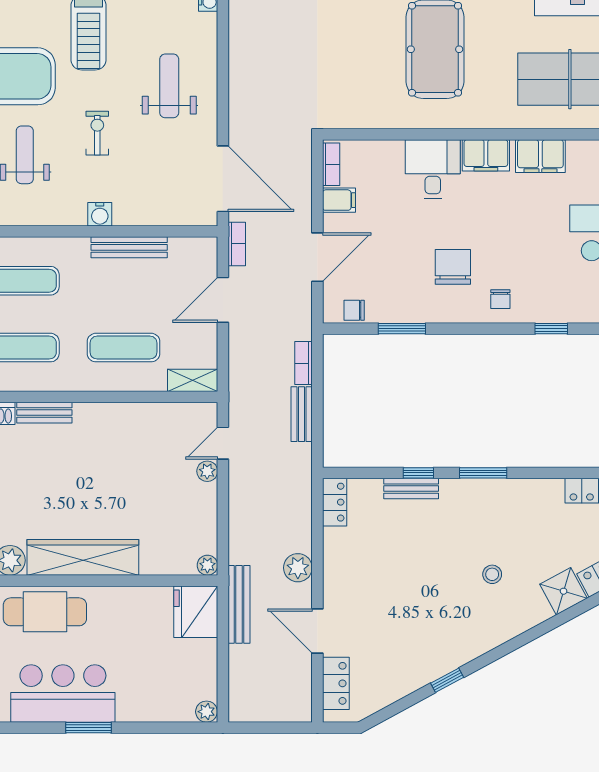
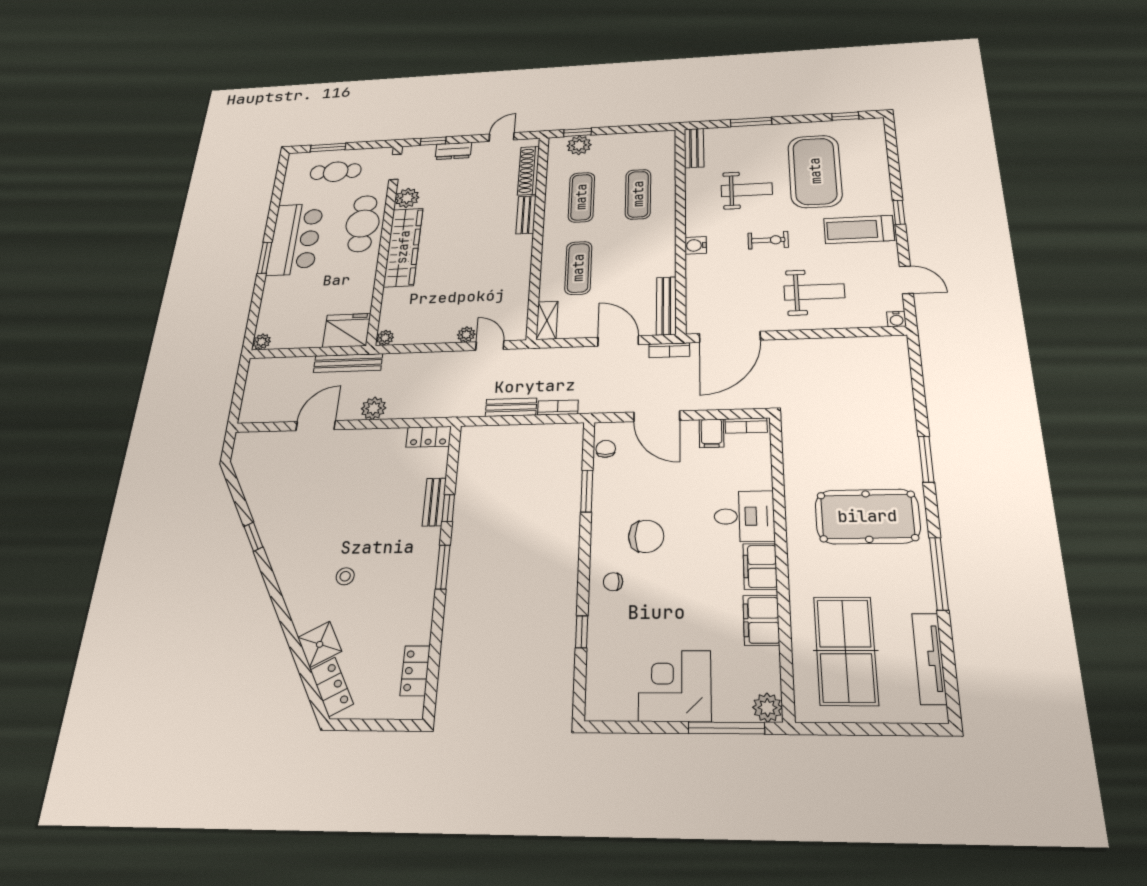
bench: (129, 247) -> (666, 306), moved
locker: (336, 683) -> (267, 442), removed

